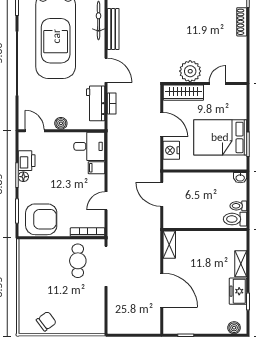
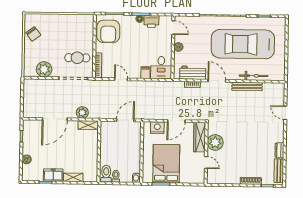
door: (106, 70) -> (217, 81), swing flipped
door: (35, 131) -> (173, 28), hinge flipped
plant: (152, 253) -> (82, 113), added
plant: (94, 306) -> (44, 69), added
boiler: (234, 328) -> (27, 159), moved

